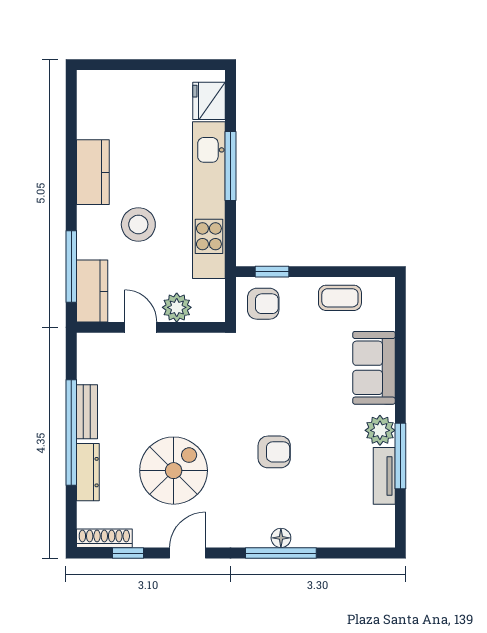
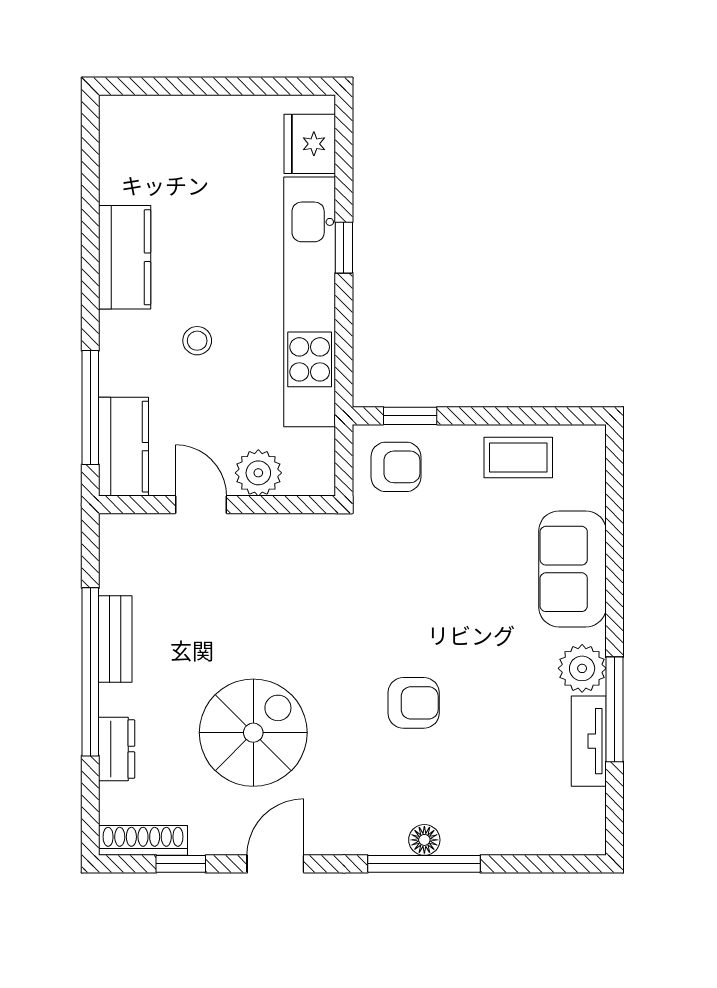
window: (230, 166) -> (344, 248), width x0.46
stool: (138, 224) -> (197, 341), width x0.53, depth x0.53
dresser: (88, 472) -> (117, 749), width x0.70

